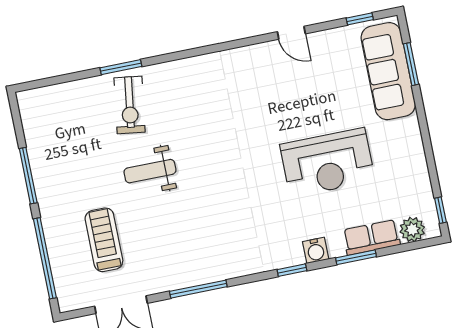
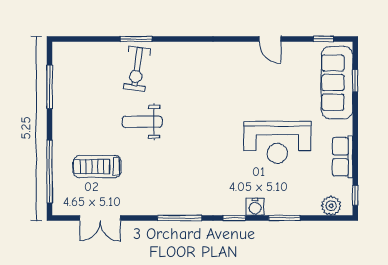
window: (411, 64) -> (355, 81), width x0.67
window: (28, 176) -> (50, 87), moved
row of seats: (371, 237) -> (343, 157), moved, turned -90
treadmill: (104, 240) -> (97, 167), turned -90
window: (198, 289) -> (180, 218), moved

